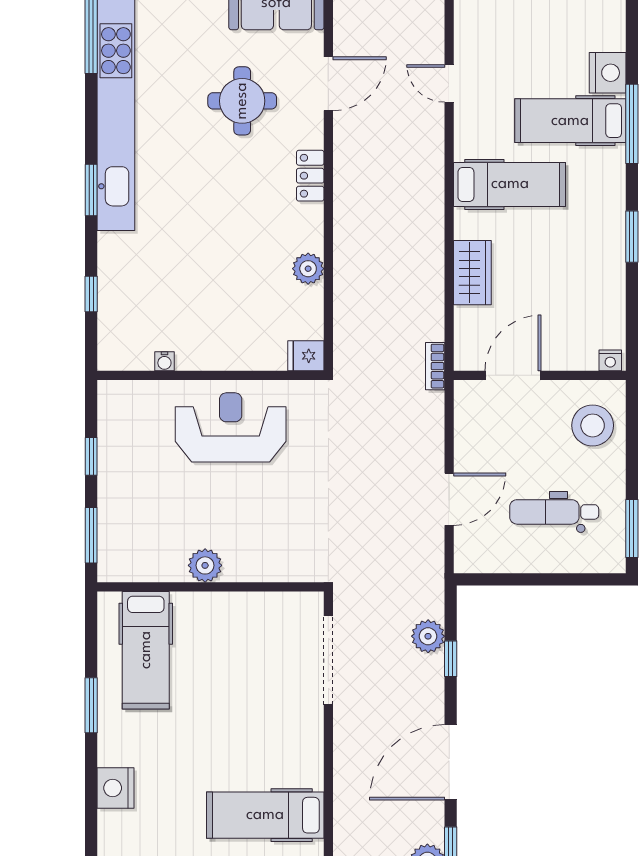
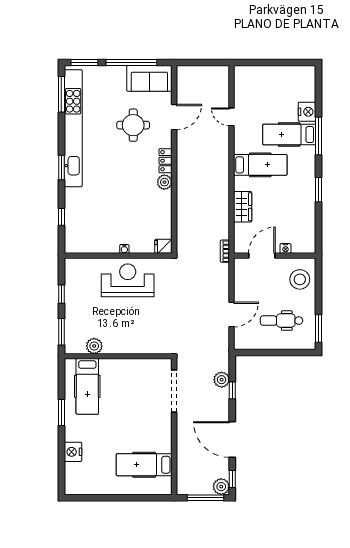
plant: (308, 269) -> (164, 182), moved
nightstand: (610, 360) -> (285, 248), moved
water cooler: (164, 361) -> (124, 249), moved
plant: (205, 565) -> (94, 346), moved
door: (451, 762) -> (232, 440), hinge flipped

